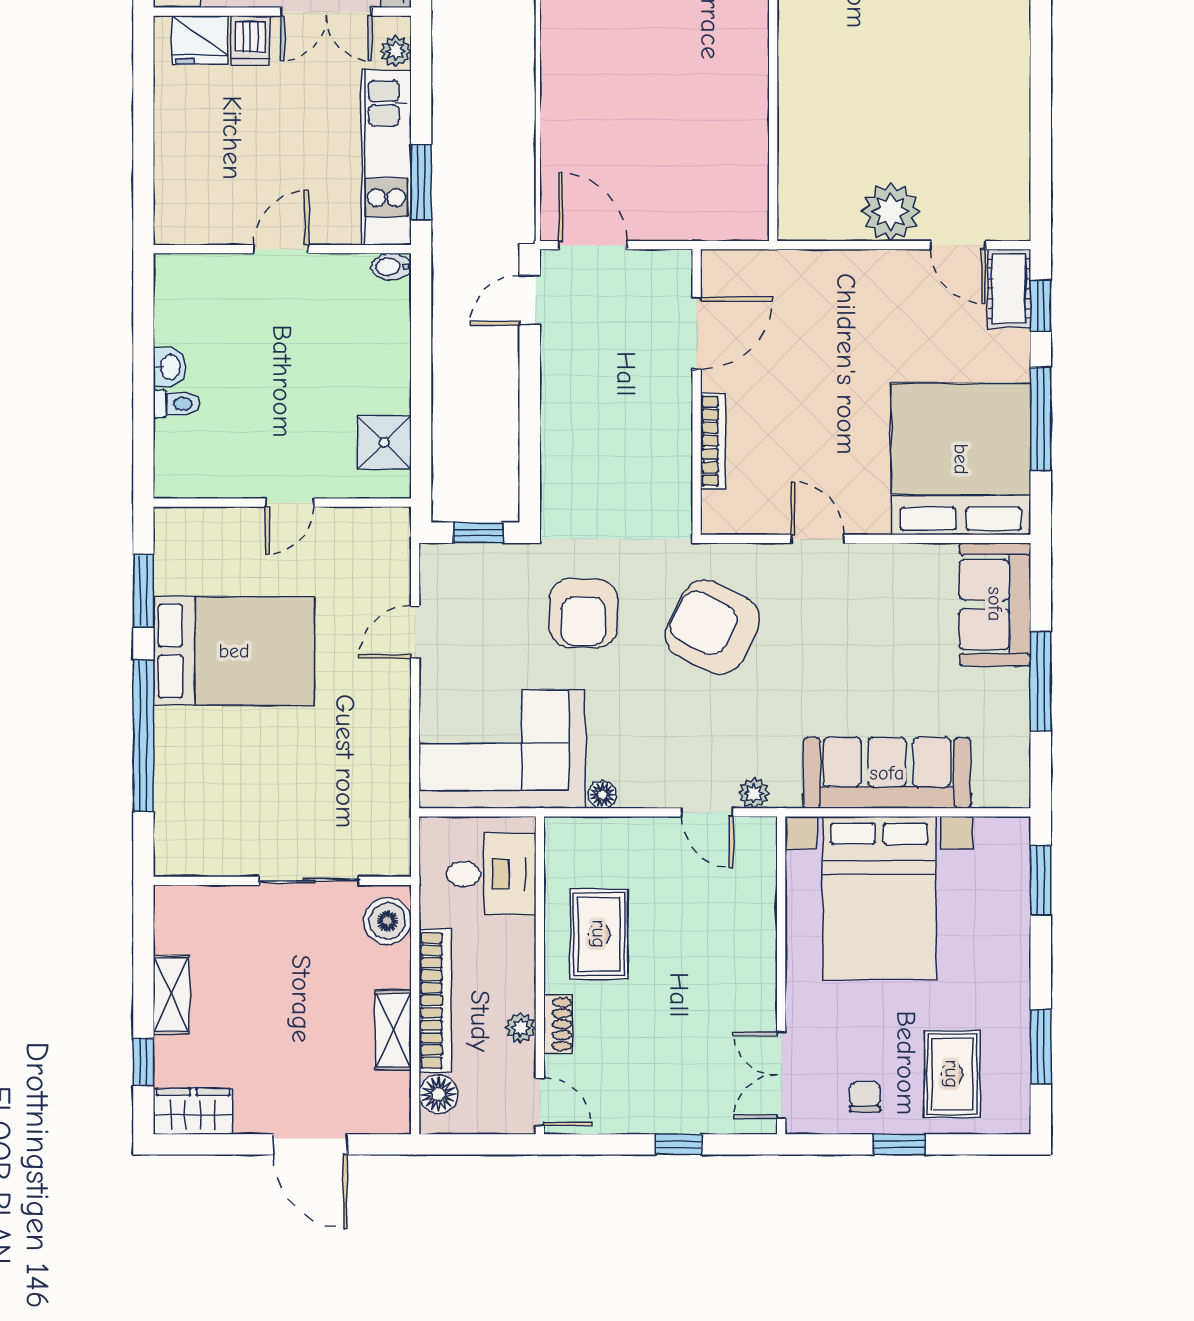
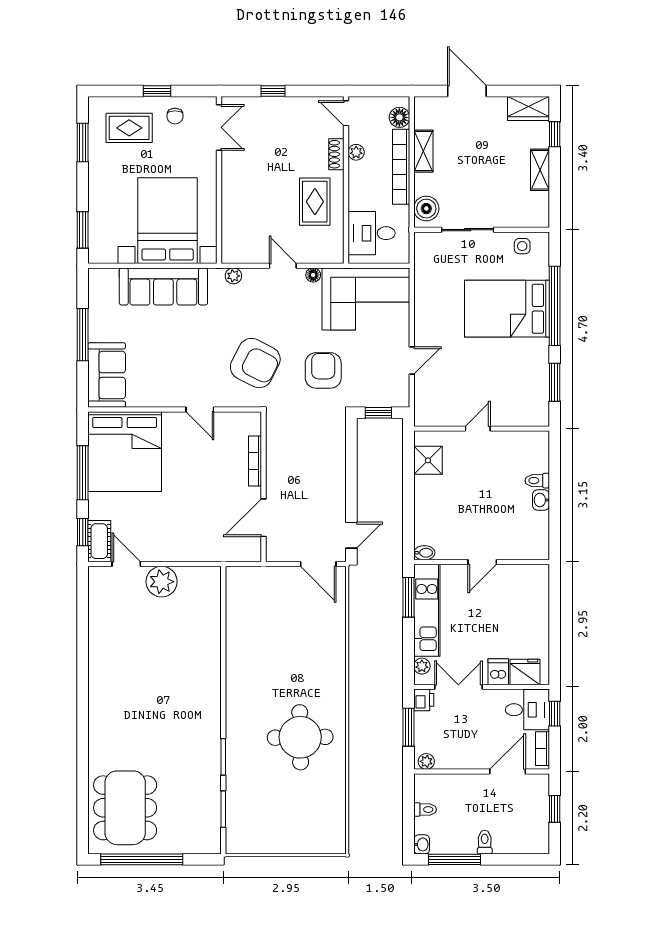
bed: (234, 651) -> (507, 309), moved
door: (707, 812) -> (283, 266), moved
side table: (205, 850) -> (522, 246), added
rug: (952, 1074) -> (129, 128), turned 90

